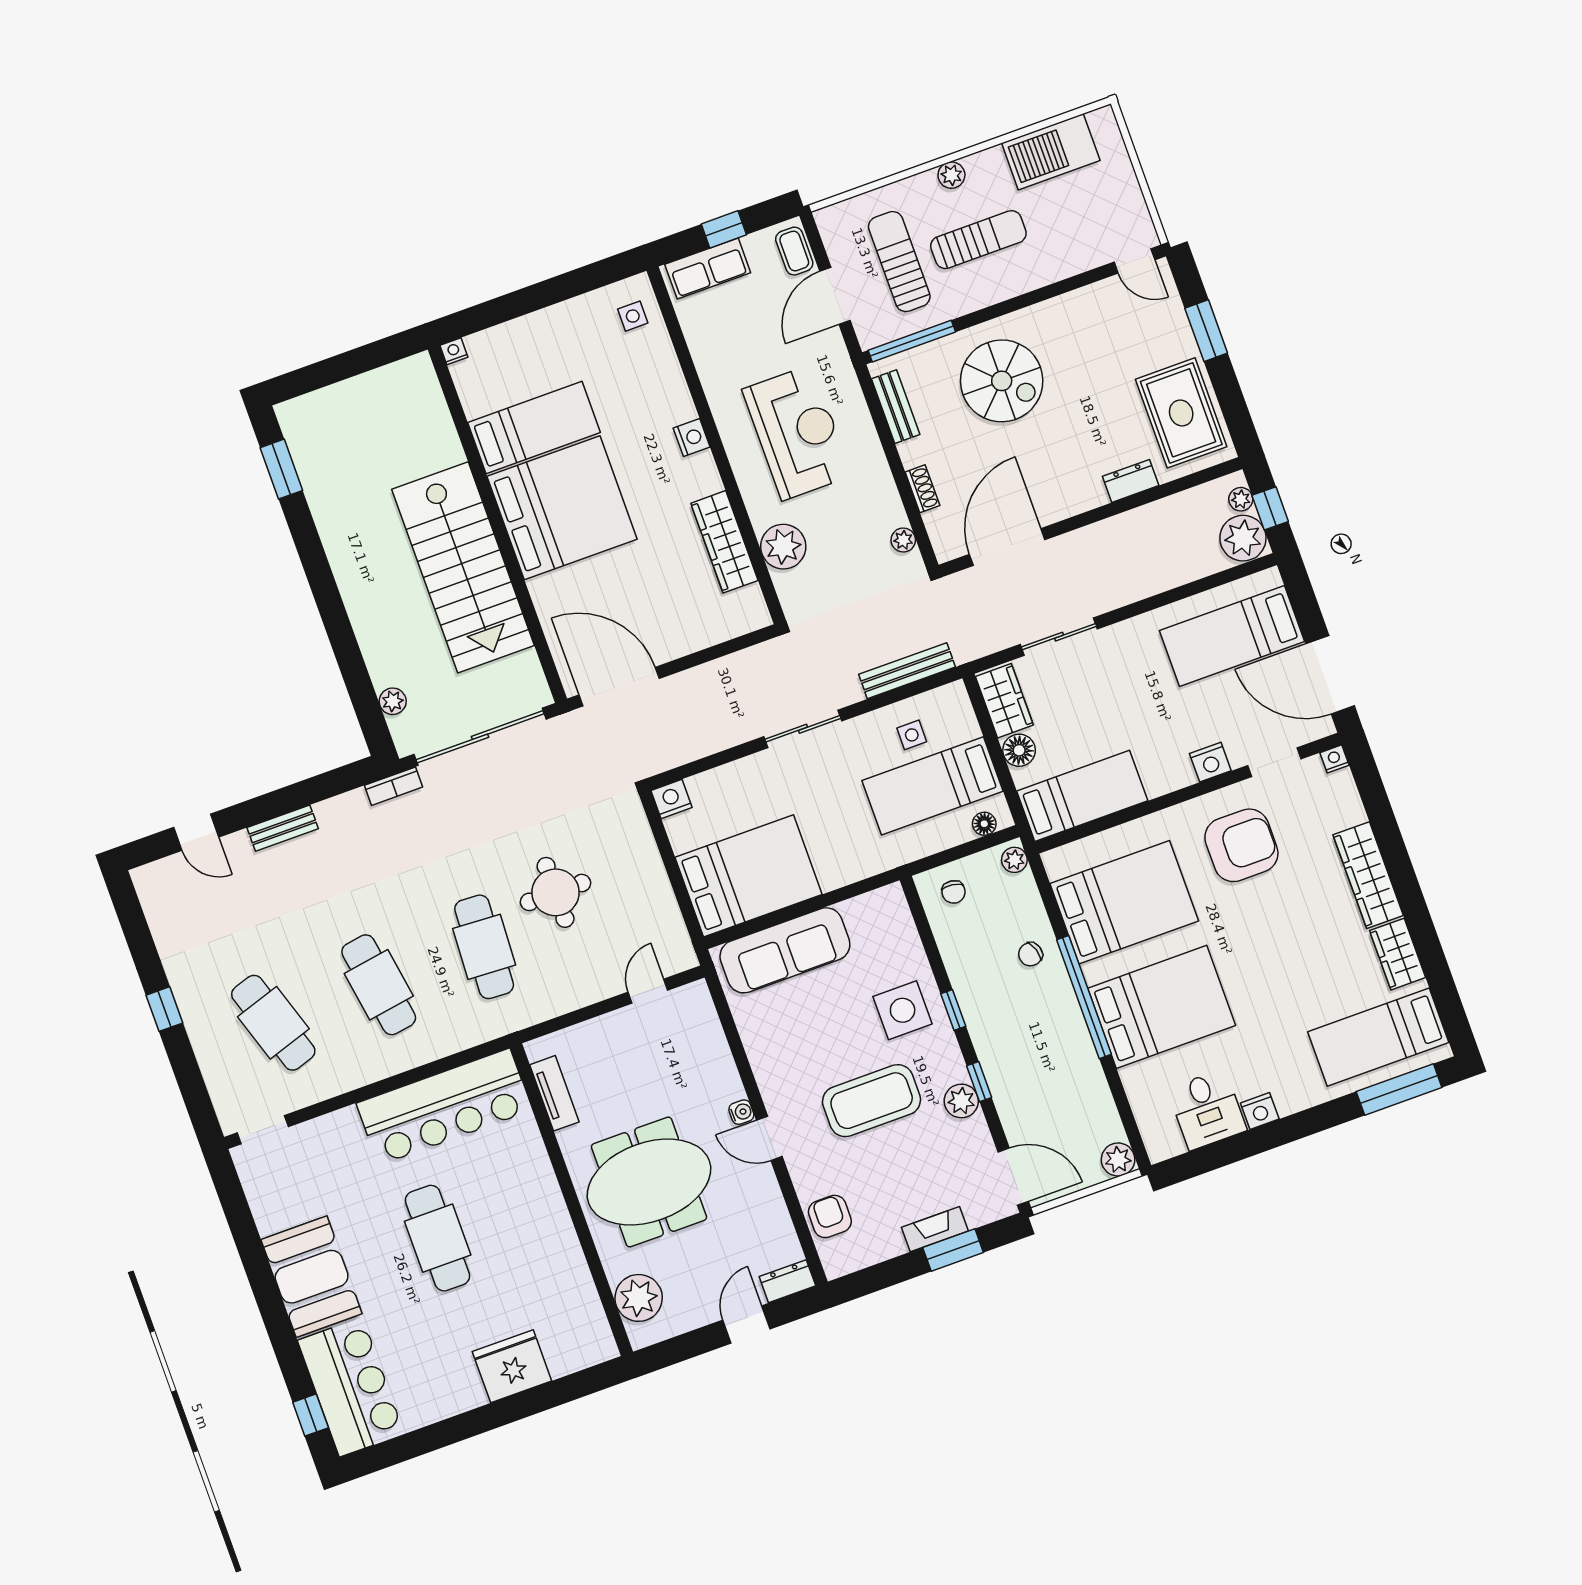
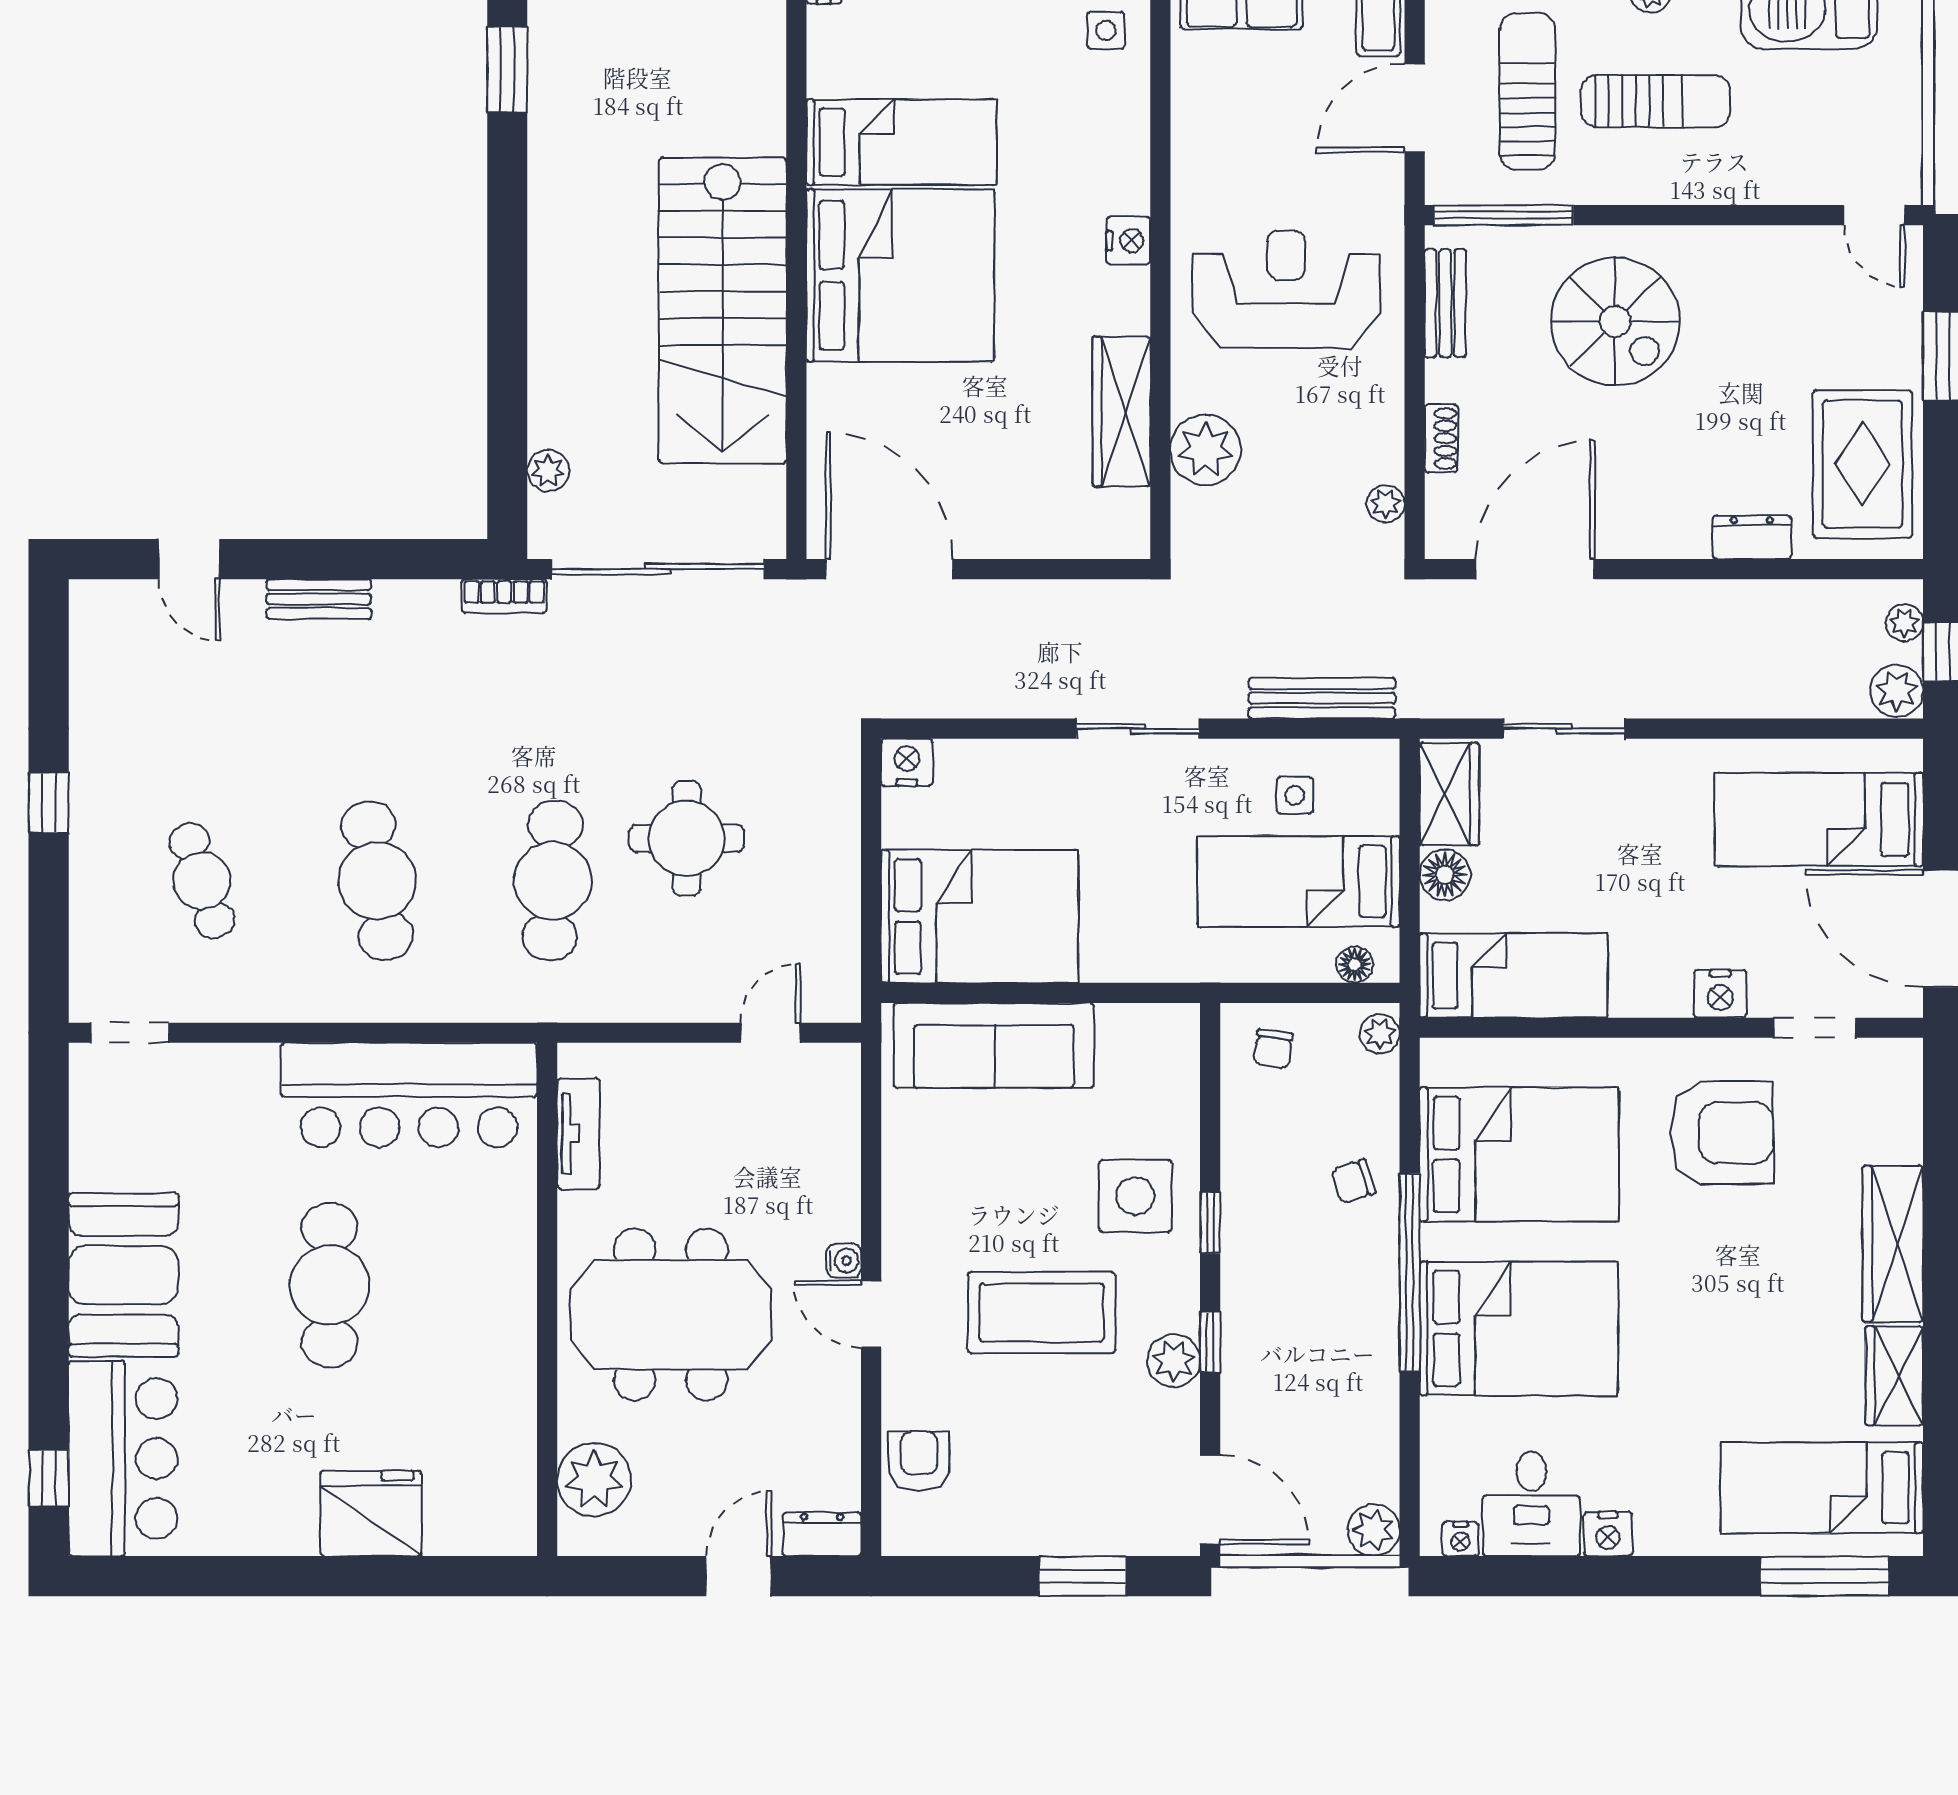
reception desk: (797, 433) -> (1286, 289), turned -90
plant: (1243, 538) -> (1897, 691), width x0.73, depth x0.73
nightstand: (1334, 759) -> (1461, 1539), moved, turned 180
cafe table: (273, 1023) -> (202, 881), width x0.73, depth x0.74
fireplace: (935, 1229) -> (1067, 1536), removed

